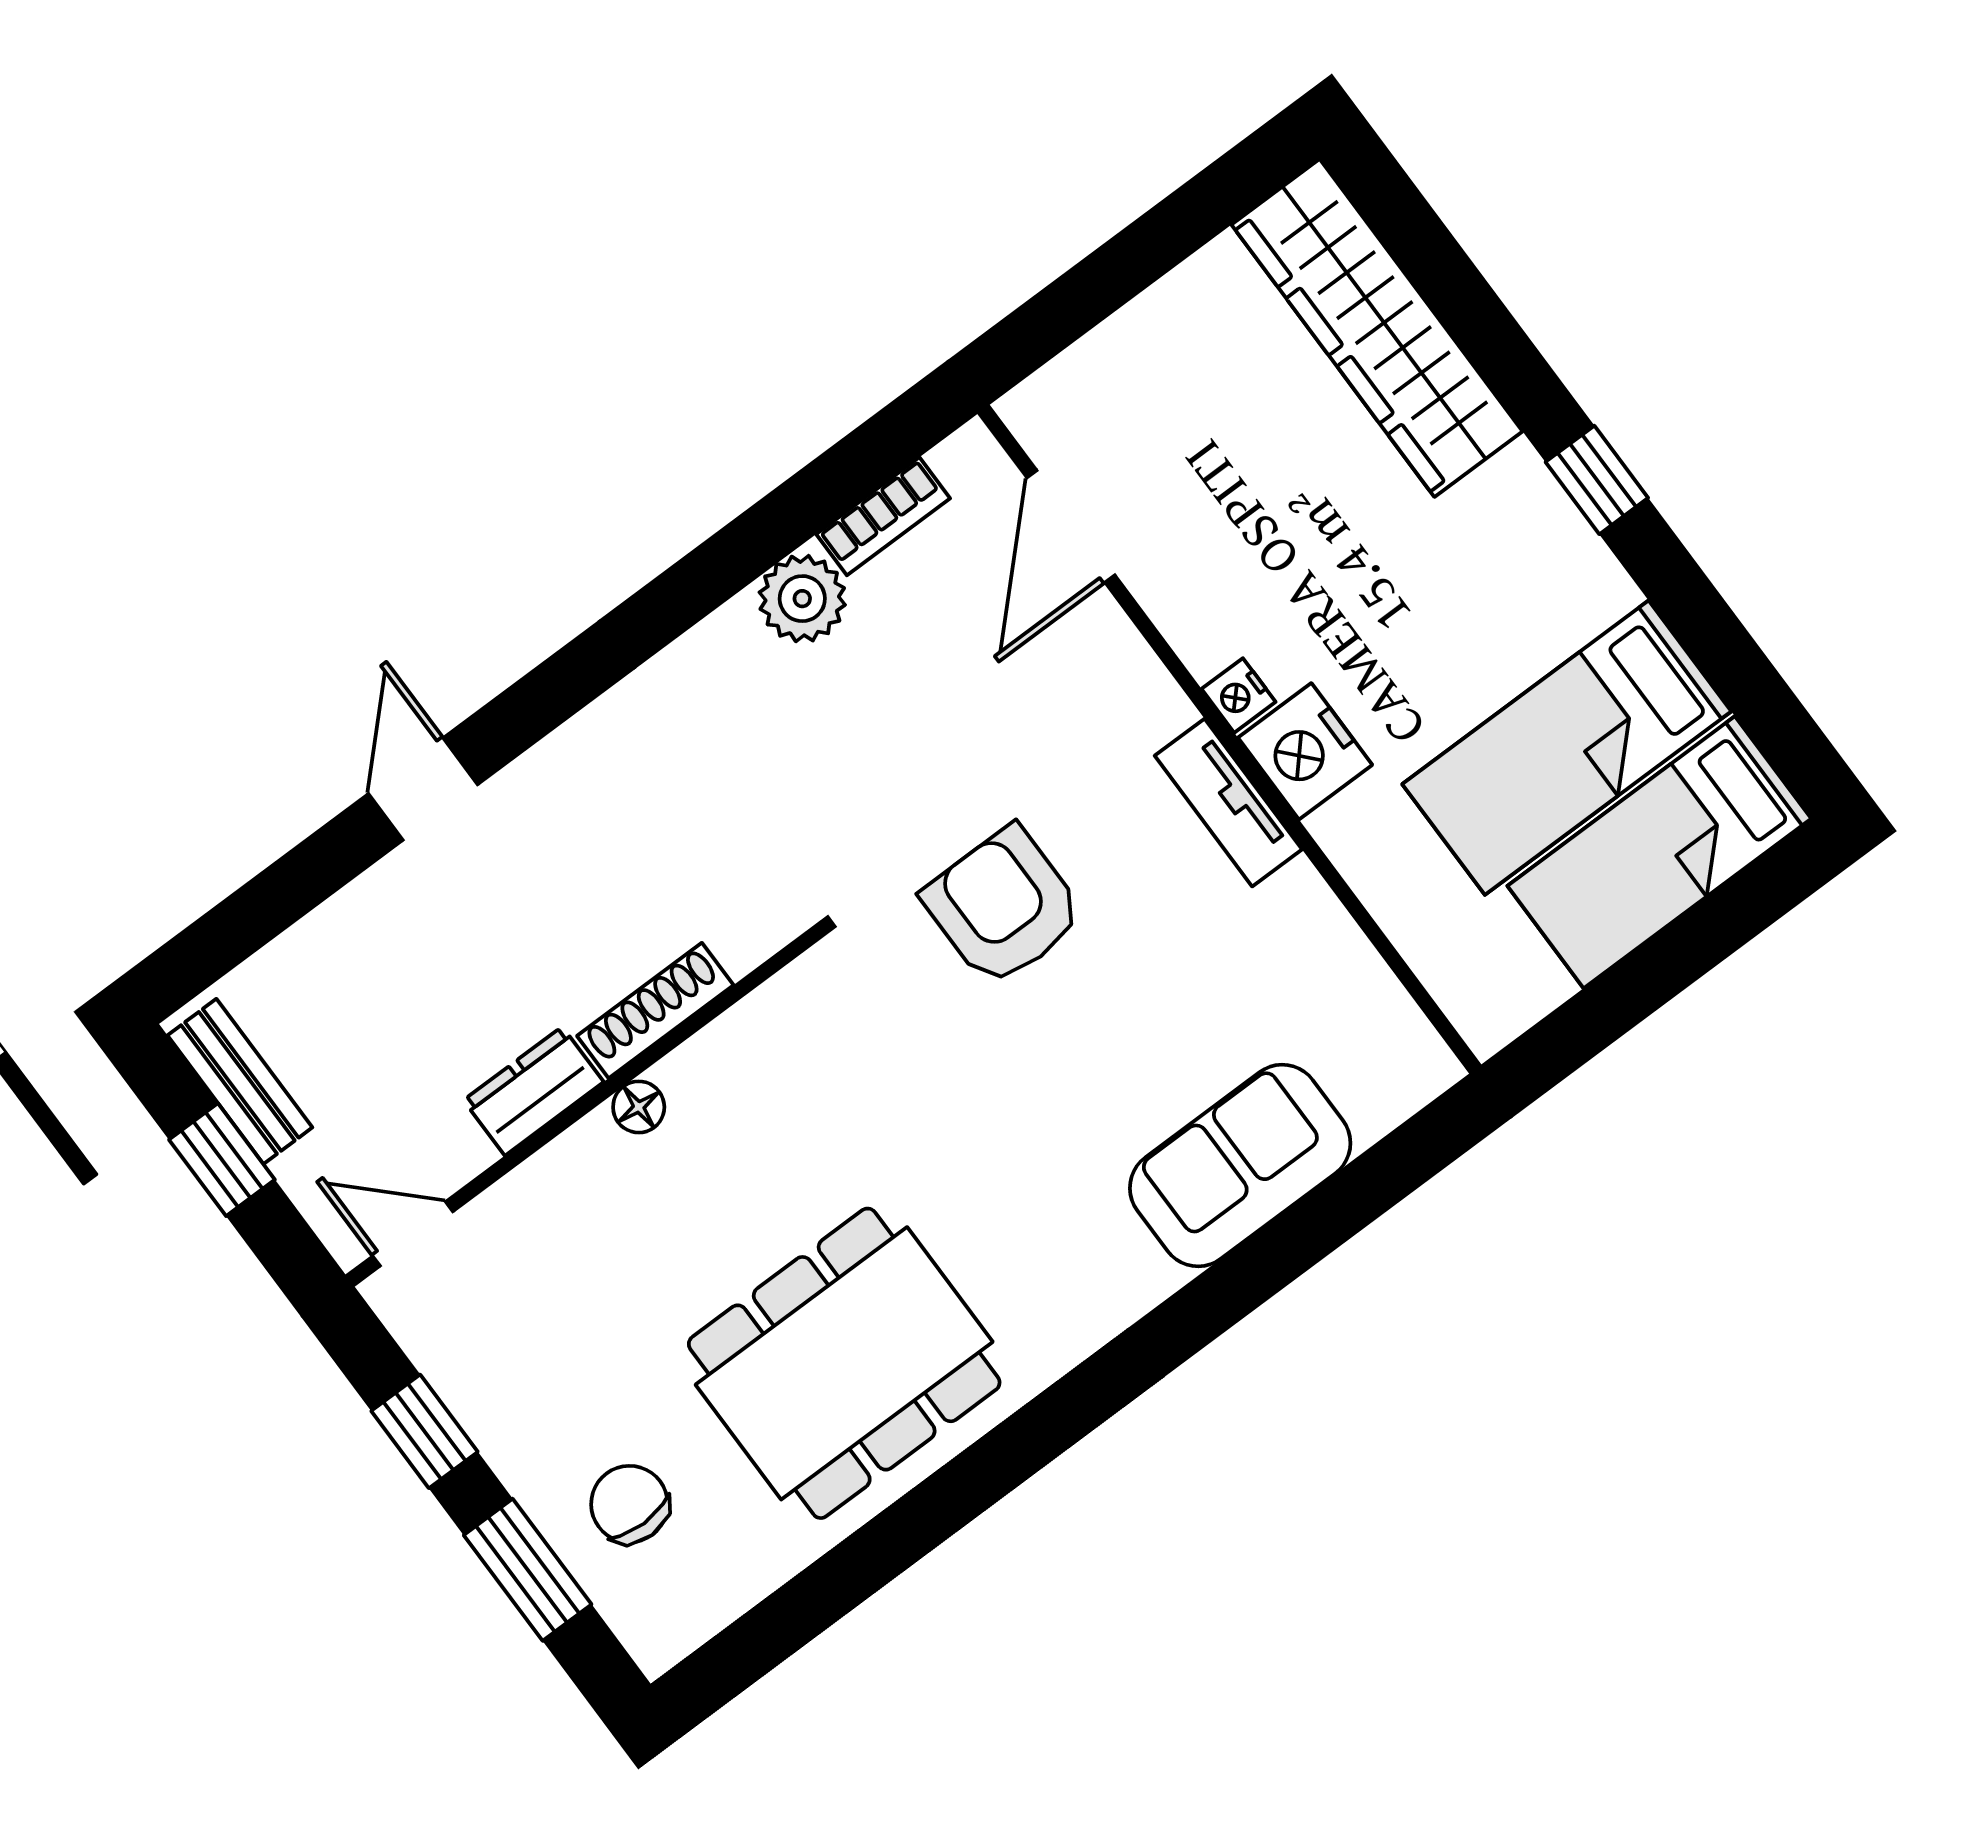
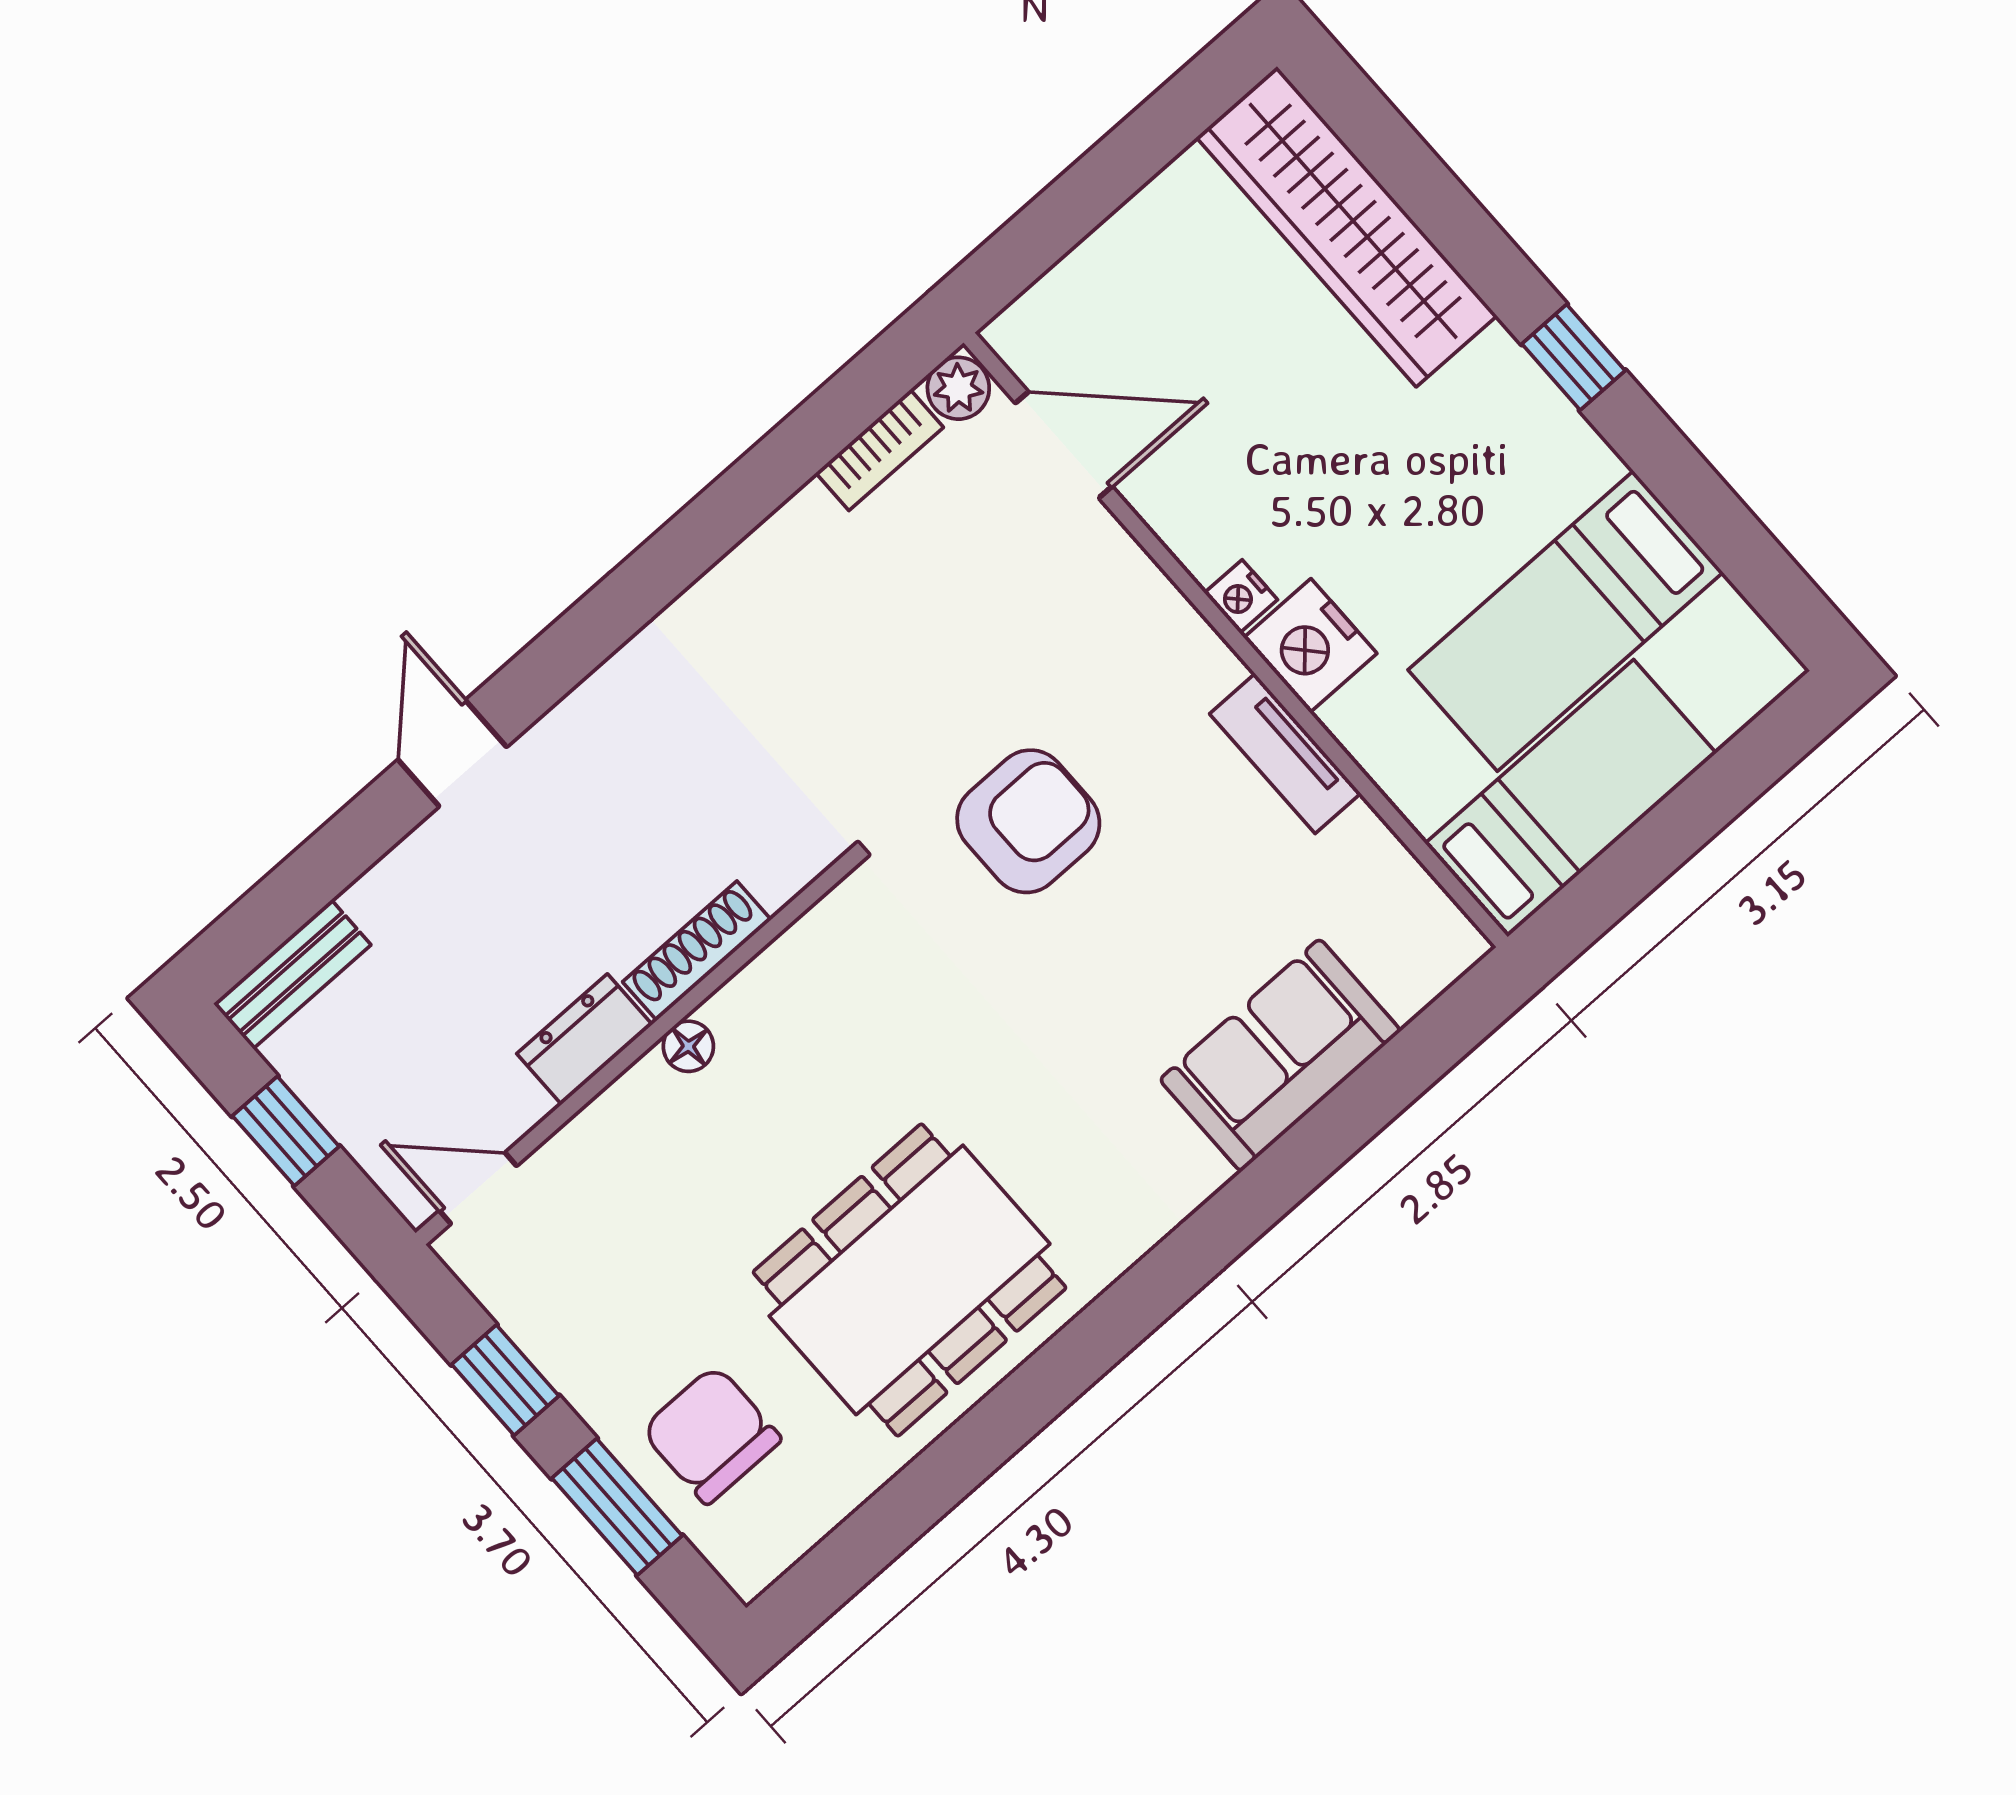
door: (1071, 526) -> (1064, 445), swing flipped
plant: (802, 599) -> (958, 388), moved, width x0.73, depth x0.73
tv unit: (1228, 803) -> (1285, 754), moved
bed: (1659, 852) -> (1571, 798), moved, turned 180
armchair: (1003, 907) -> (1028, 821), turned 90
bench: (240, 1081) -> (292, 974), moved, turned 90
chair: (629, 1504) -> (711, 1435), width x1.37, depth x1.37

